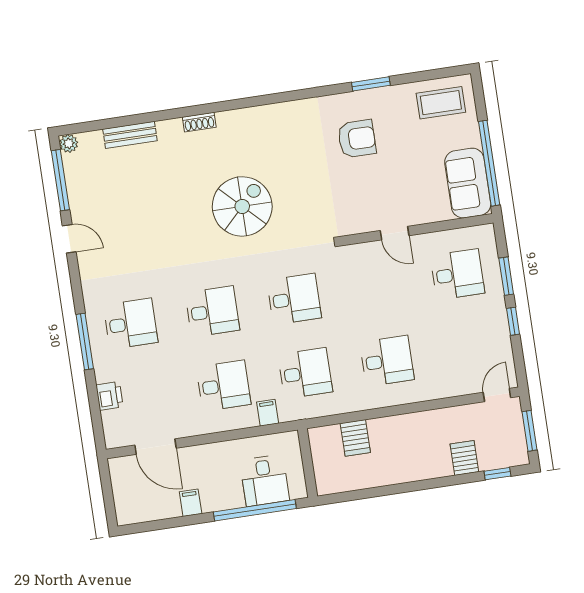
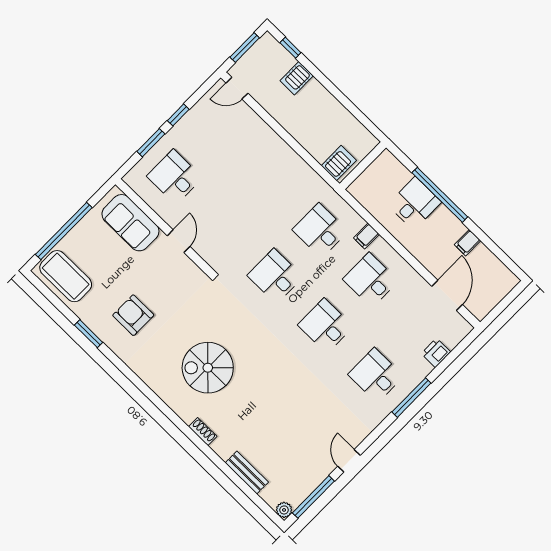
coffee table: (441, 103) -> (66, 276), width x1.36, depth x1.32
window: (489, 163) -> (64, 231), moved
sofa: (468, 183) -> (130, 223), moved, turned 90
spiral stairs: (242, 206) -> (208, 368), moved
desk: (387, 361) -> (270, 181), removed
wall: (308, 463) -> (363, 166), moved

